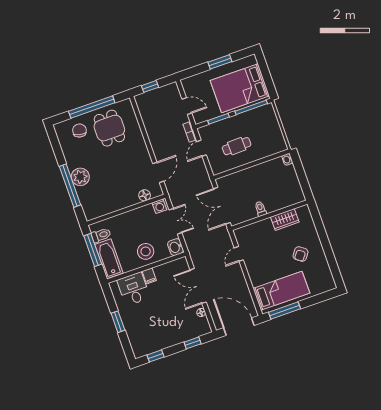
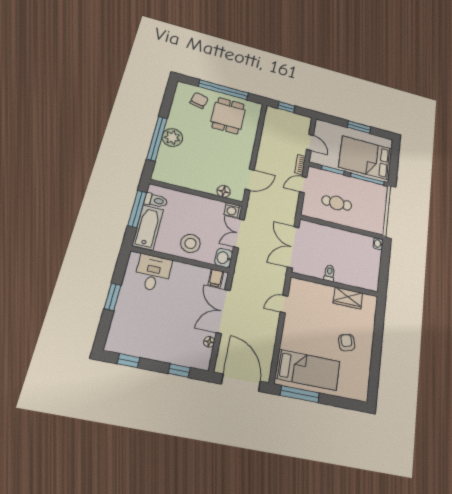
double door: (175, 221) -> (239, 233), swing flipped
armchair: (301, 254) -> (347, 343), turned 128
filing cabinet: (149, 276) -> (216, 278), moved

